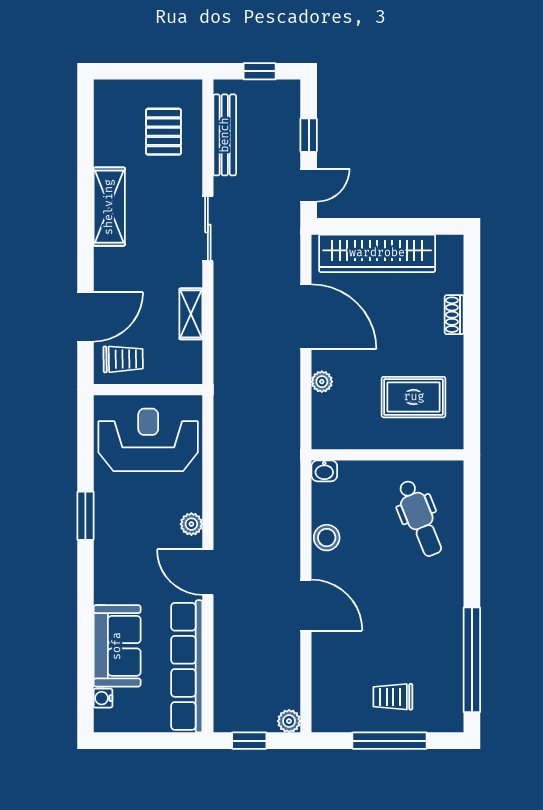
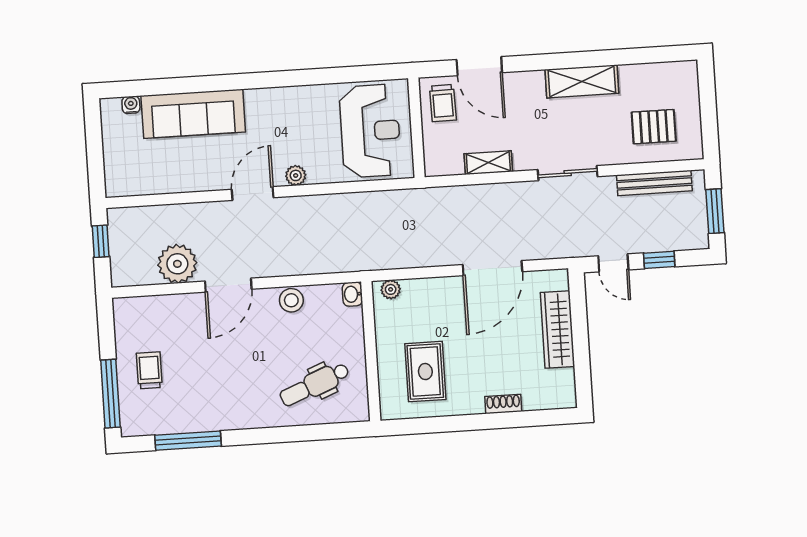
window: (260, 71) -> (715, 211), width x1.50
wardrobe: (377, 253) -> (557, 330), width x0.71, depth x0.85
plant: (322, 382) -> (391, 289), moved
window: (85, 516) -> (297, 78), removed
sofa: (117, 646) -> (193, 114), width x1.36
window: (472, 660) -> (188, 441), width x0.68
row of seats: (187, 666) -> (165, 180), removed
plant: (289, 721) -> (177, 264), moved, width x1.87, depth x1.87
window: (390, 741) -> (110, 394), moved

